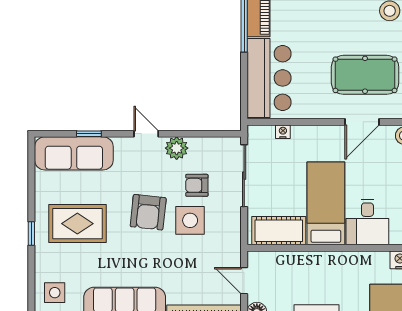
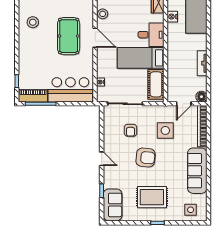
door: (146, 134) -> (102, 159), swing flipped
plant: (177, 148) -> (110, 142), removed
sofa: (74, 153) -> (113, 205), width x0.73
side table: (190, 220) -> (165, 130), moved
rug: (77, 224) -> (152, 197), turned 90

